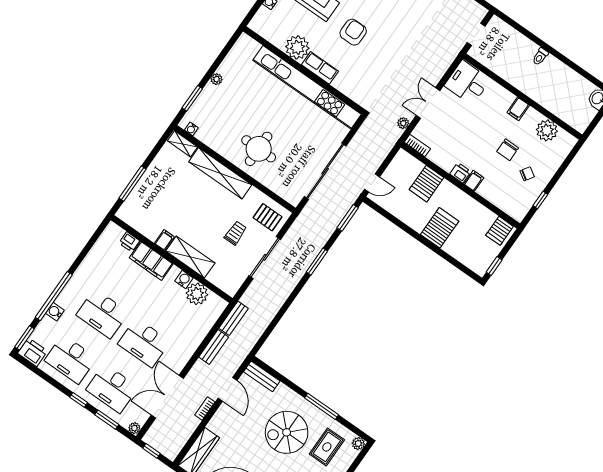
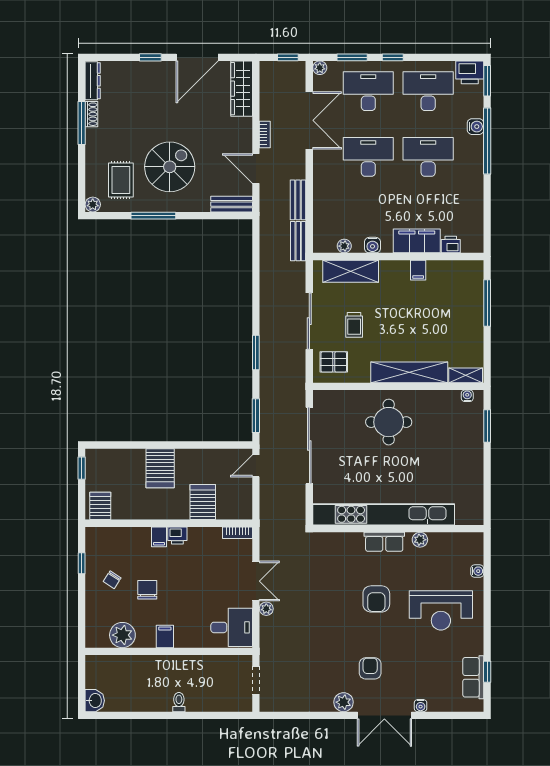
plant: (297, 47) -> (420, 540), width x0.53, depth x0.53
plant: (216, 79) -> (477, 461), removed
plant: (403, 123) -> (266, 609), moved
shelving: (190, 257) -> (351, 271), moved
plant: (197, 294) -> (344, 246), width x0.53, depth x0.53

